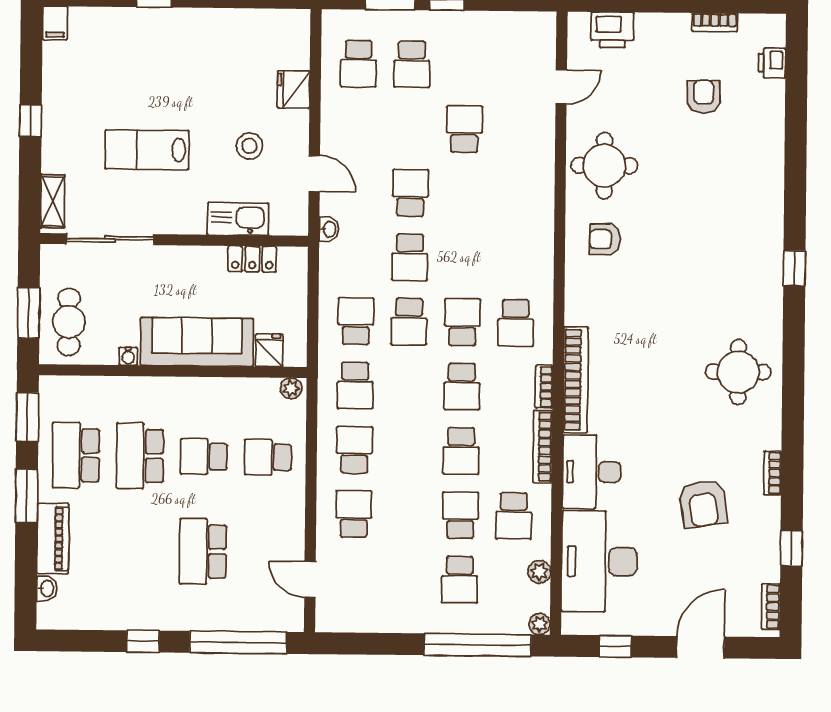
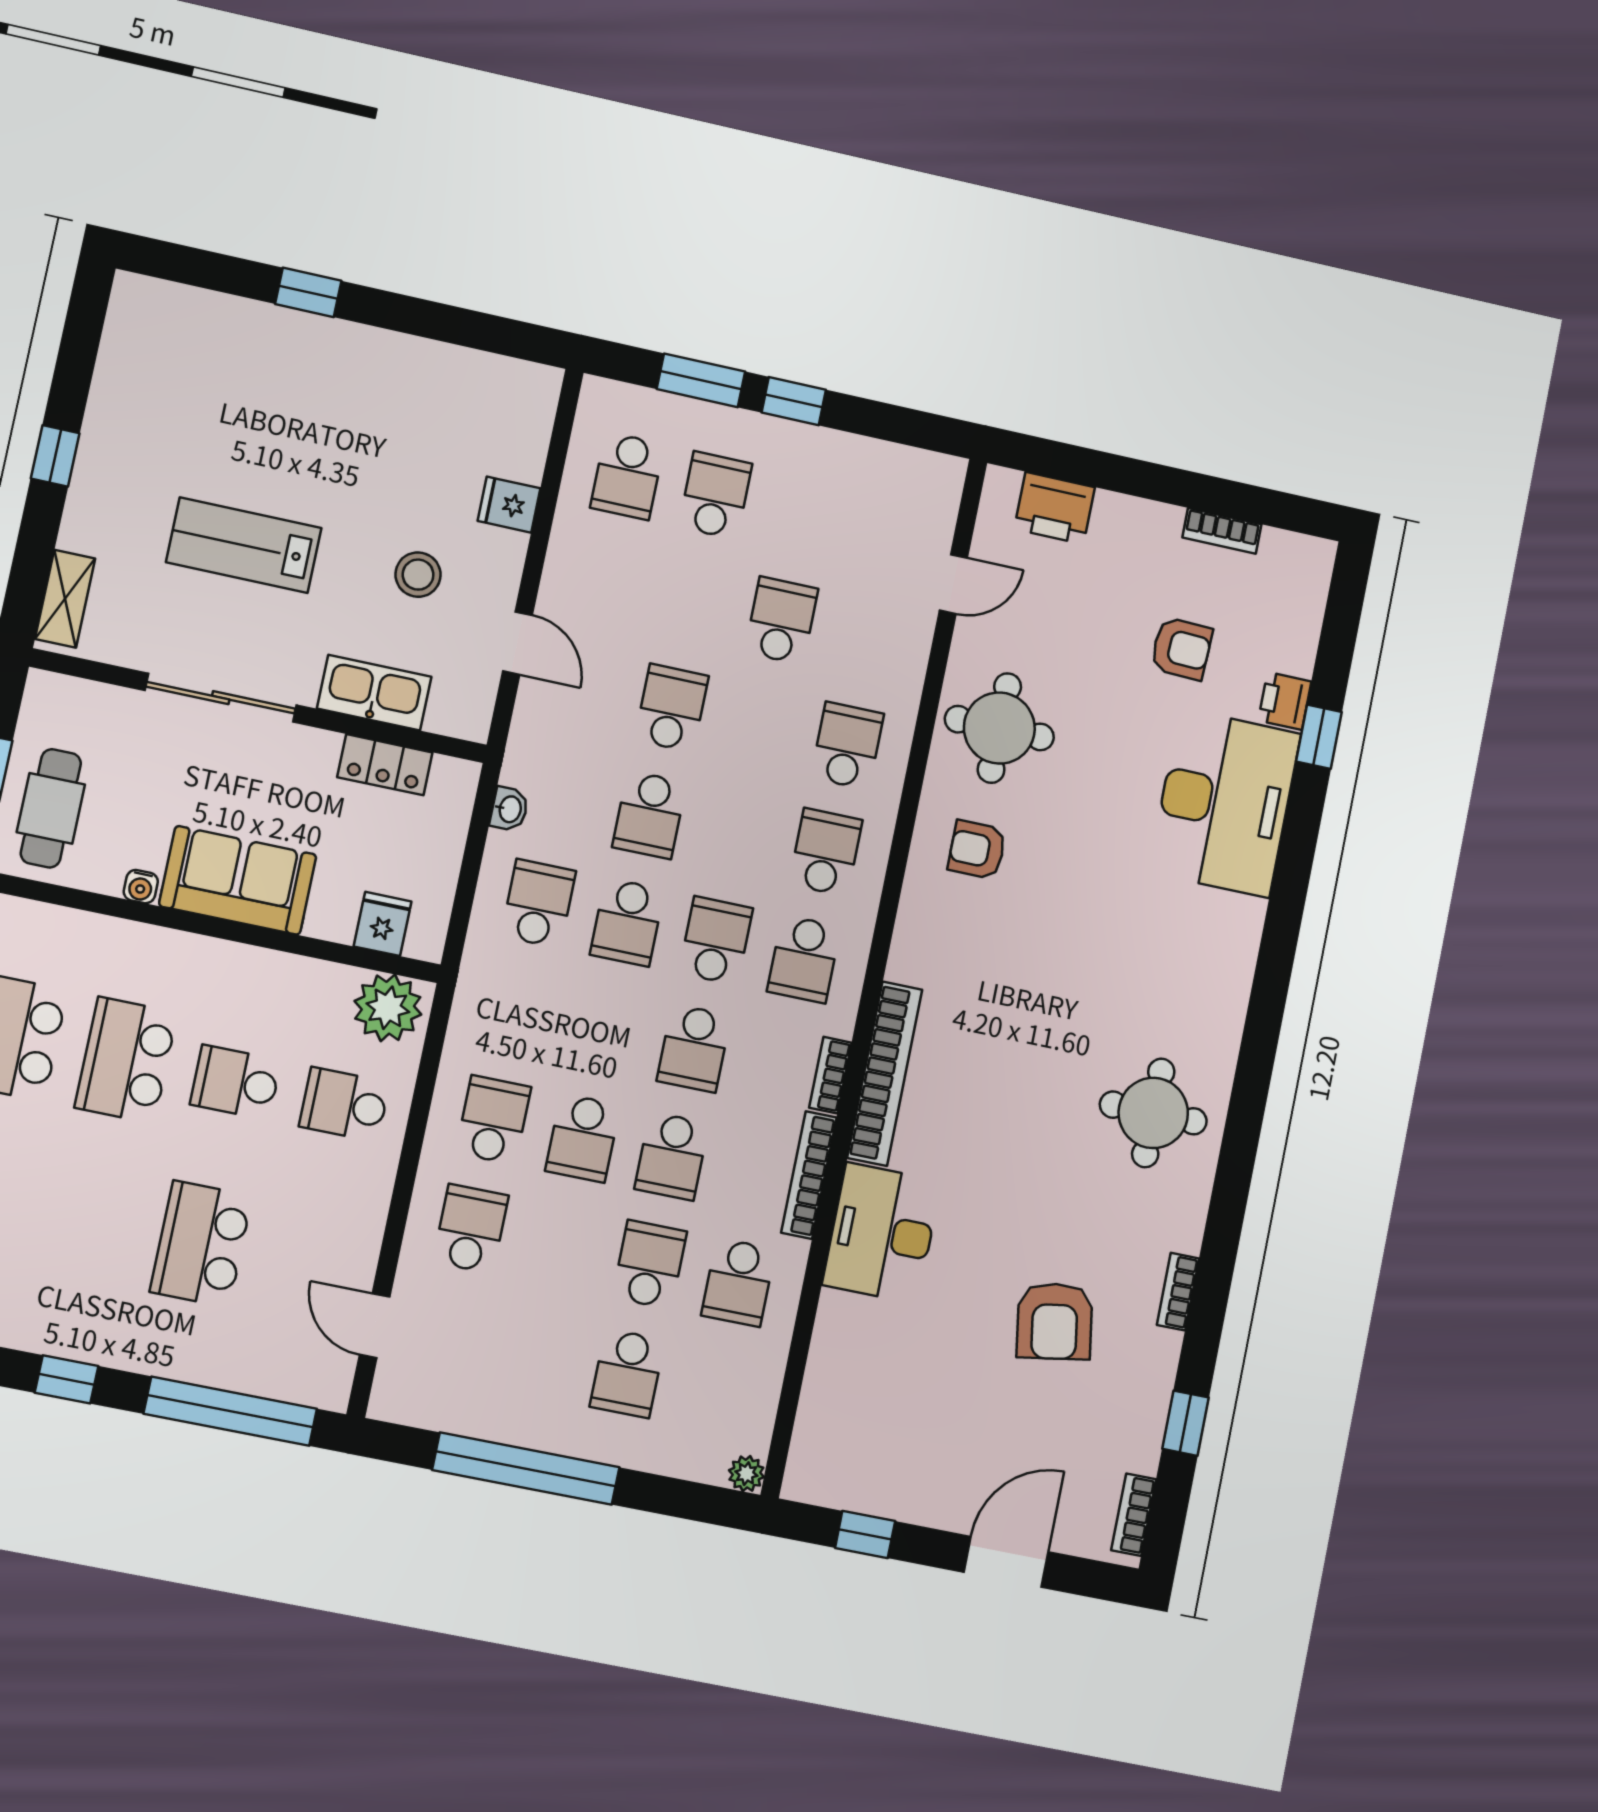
filing cabinet: (55, 23) -> (131, 301), removed
printer: (772, 63) -> (1285, 701), moved
school desk: (412, 64) -> (715, 495), turned 180
fridge: (294, 89) -> (509, 505), width x0.72
armchair: (704, 97) -> (1181, 648), turned 92
school desk: (517, 194) -> (847, 746), added
washbasin: (329, 229) -> (509, 809), moved
sliding door: (110, 239) -> (221, 698), moved
school desk: (516, 258) -> (826, 852), added
window: (794, 268) -> (1319, 737), moved
sofa: (197, 342) -> (238, 880), width x0.73
school desk: (355, 385) -> (583, 1138), moved
plant: (291, 388) -> (388, 1008), width x1.88, depth x1.88
desk: (599, 561) -> (1225, 803), moved, turned 180
plant: (539, 572) -> (763, 1385), removed
window: (478, 645) -> (526, 1469), moved

